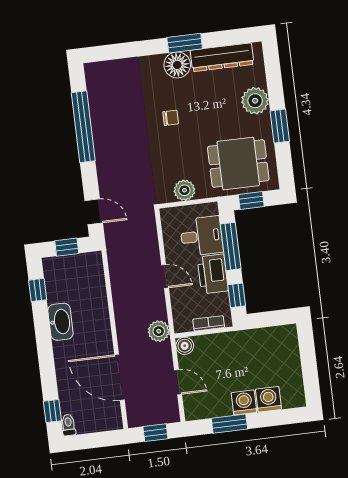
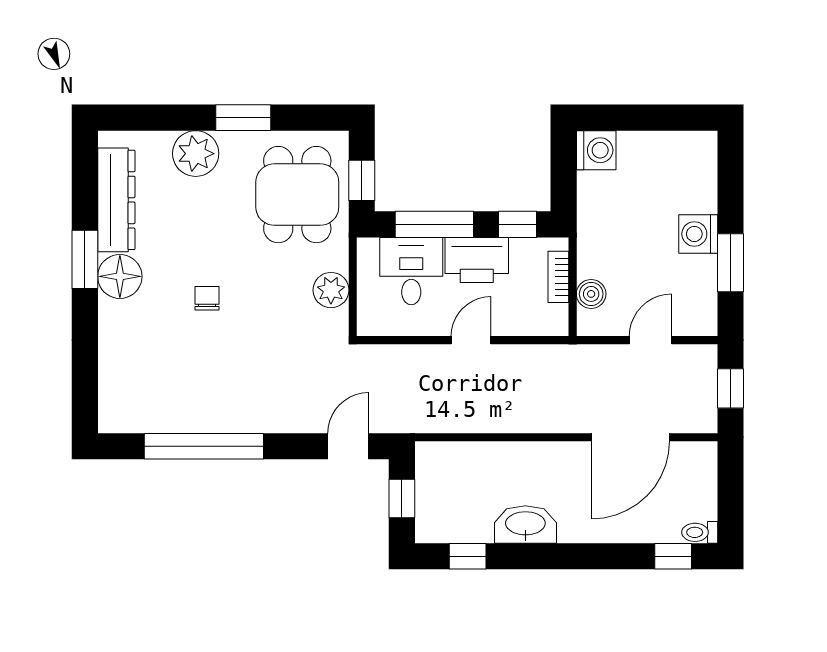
plant: (159, 331) -> (561, 362), removed
boiler: (185, 346) -> (591, 294), moved
washing machine: (268, 399) -> (596, 150), moved, turned 180

